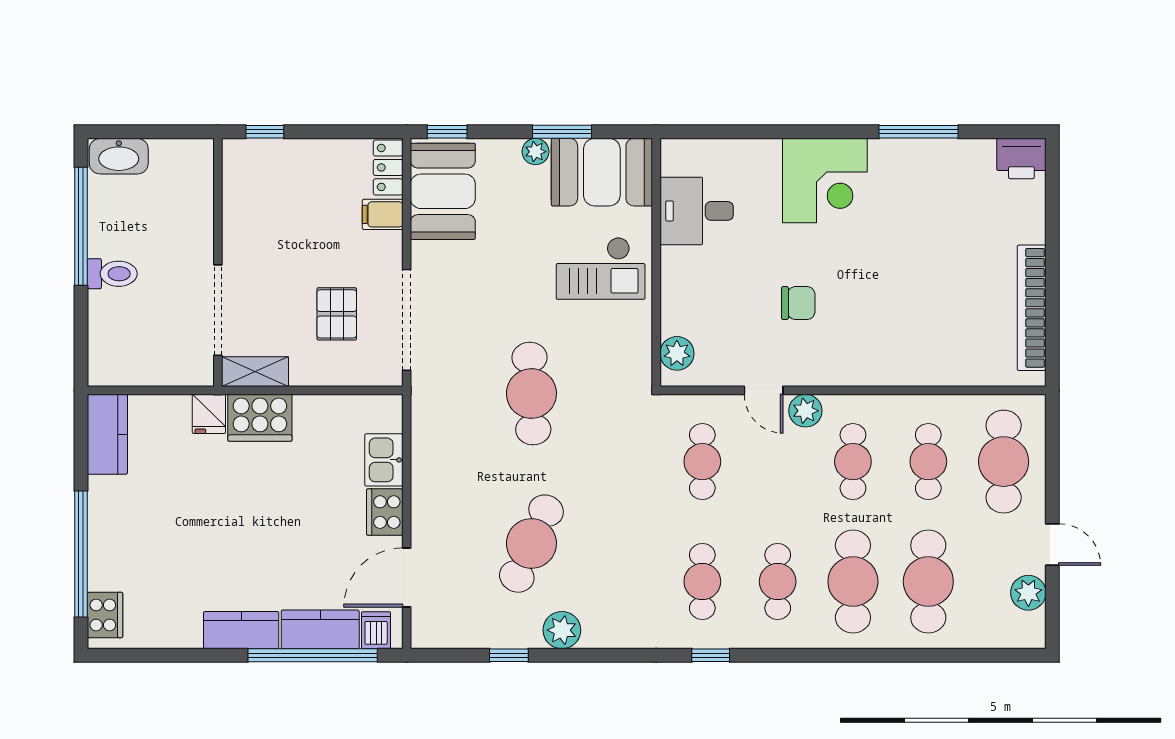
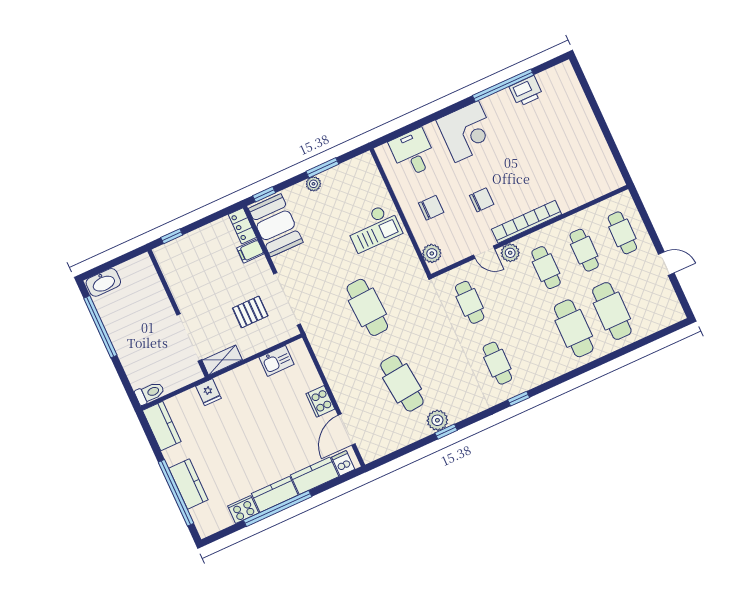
window: (919, 132) -> (503, 85), width x1.46
printer: (1021, 158) -> (526, 91), moved
booth: (602, 172) -> (352, 179), removed
desk: (697, 211) -> (413, 153), moved, turned 90
toilet: (112, 274) -> (150, 393), moved
chair: (710, 278) -> (431, 208), added
bookcase: (1032, 308) -> (527, 222), moved, turned 90
pallet: (337, 314) -> (250, 312), turned 90
cooker: (260, 418) -> (235, 382), removed
kitchen sink: (384, 460) -> (276, 361), moved, turned -90
cafe table: (1004, 462) -> (622, 233), width x0.73, depth x0.74
cafe table: (531, 544) -> (402, 383), turned -30
kitchen counter: (108, 549) -> (188, 484), added
cafe table: (778, 582) -> (536, 346), removed
plant: (1028, 593) -> (665, 294), removed
cooker: (105, 615) -> (243, 509), moved, turned -90
window: (313, 655) -> (278, 508), moved
window: (509, 655) -> (446, 432), moved

